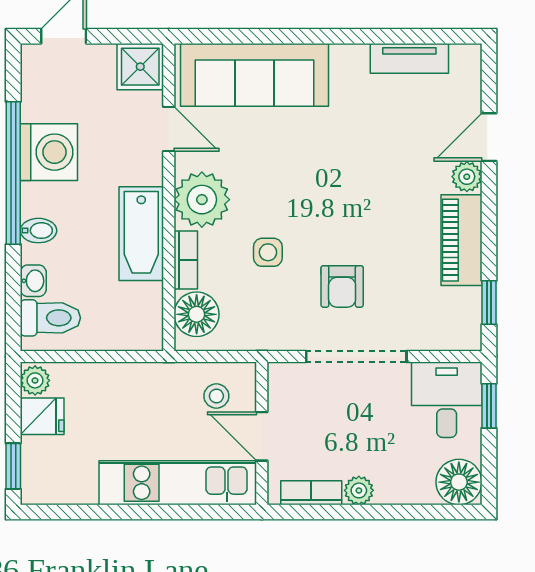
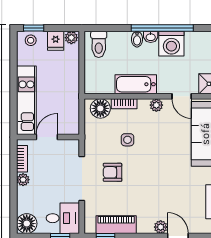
door: (169, 129) -> (182, 96), hinge flipped
plant: (202, 200) -> (156, 105), width x0.53, depth x0.53
piano: (461, 240) -> (116, 225), moved
washbasin: (33, 281) -> (151, 37), moved
stool: (216, 396) -> (31, 40), moved

